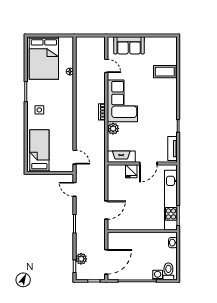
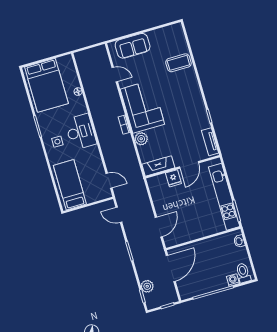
desk: (62, 107) -> (81, 132), added
door: (106, 262) -> (171, 268), moved

